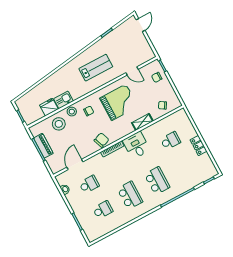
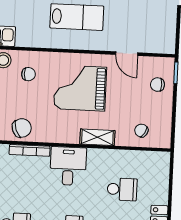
grand piano: (119, 102) -> (80, 88), turned 180

